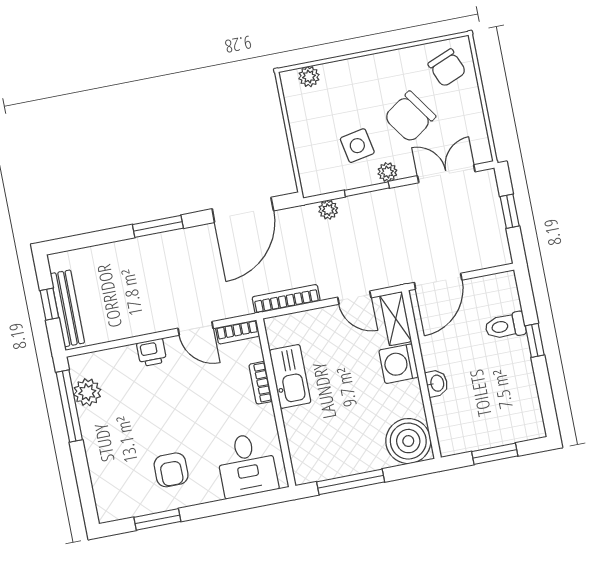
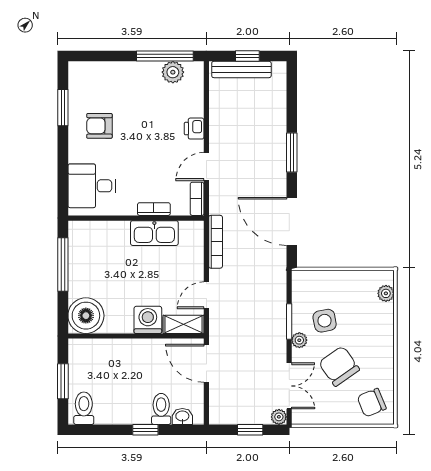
plant: (328, 210) -> (279, 417), moved
washbasin: (437, 383) -> (182, 416), moved, turned 180
toilet: (523, 421) -> (84, 408), added

